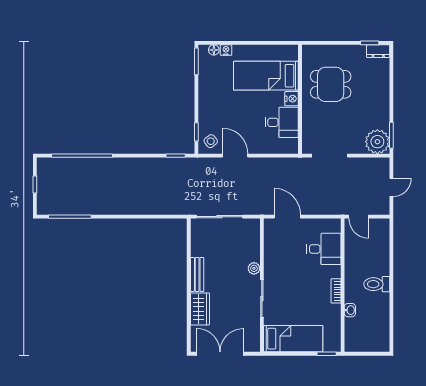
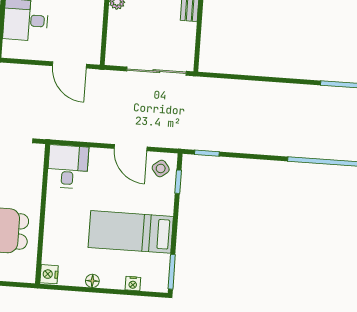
floor lamp: (214, 50) -> (92, 281), moved
bed: (266, 76) -> (131, 232), moved, turned 180
nightstand: (292, 99) -> (49, 274), moved
desk: (282, 122) -> (68, 167), moved, turned 90

